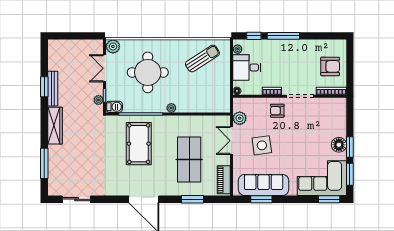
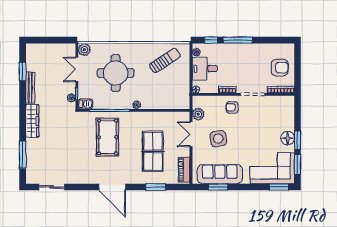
window: (44, 87) -> (23, 72), moved

